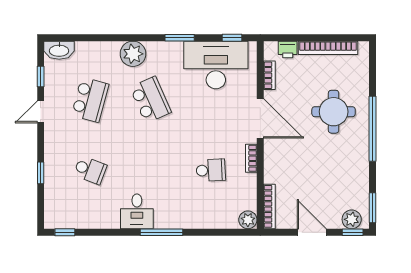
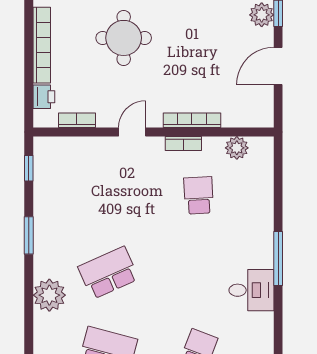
desk: (216, 65) -> (64, 189), removed
door: (260, 118) -> (132, 132), width x0.53
bookcase: (269, 206) -> (192, 120), moved
plant: (248, 220) -> (237, 148), moved

